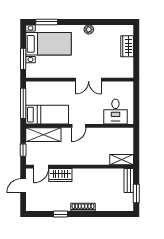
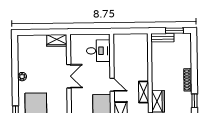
wardrobe: (127, 46) -> (57, 40), moved
shelving: (122, 160) -> (144, 92), moved

